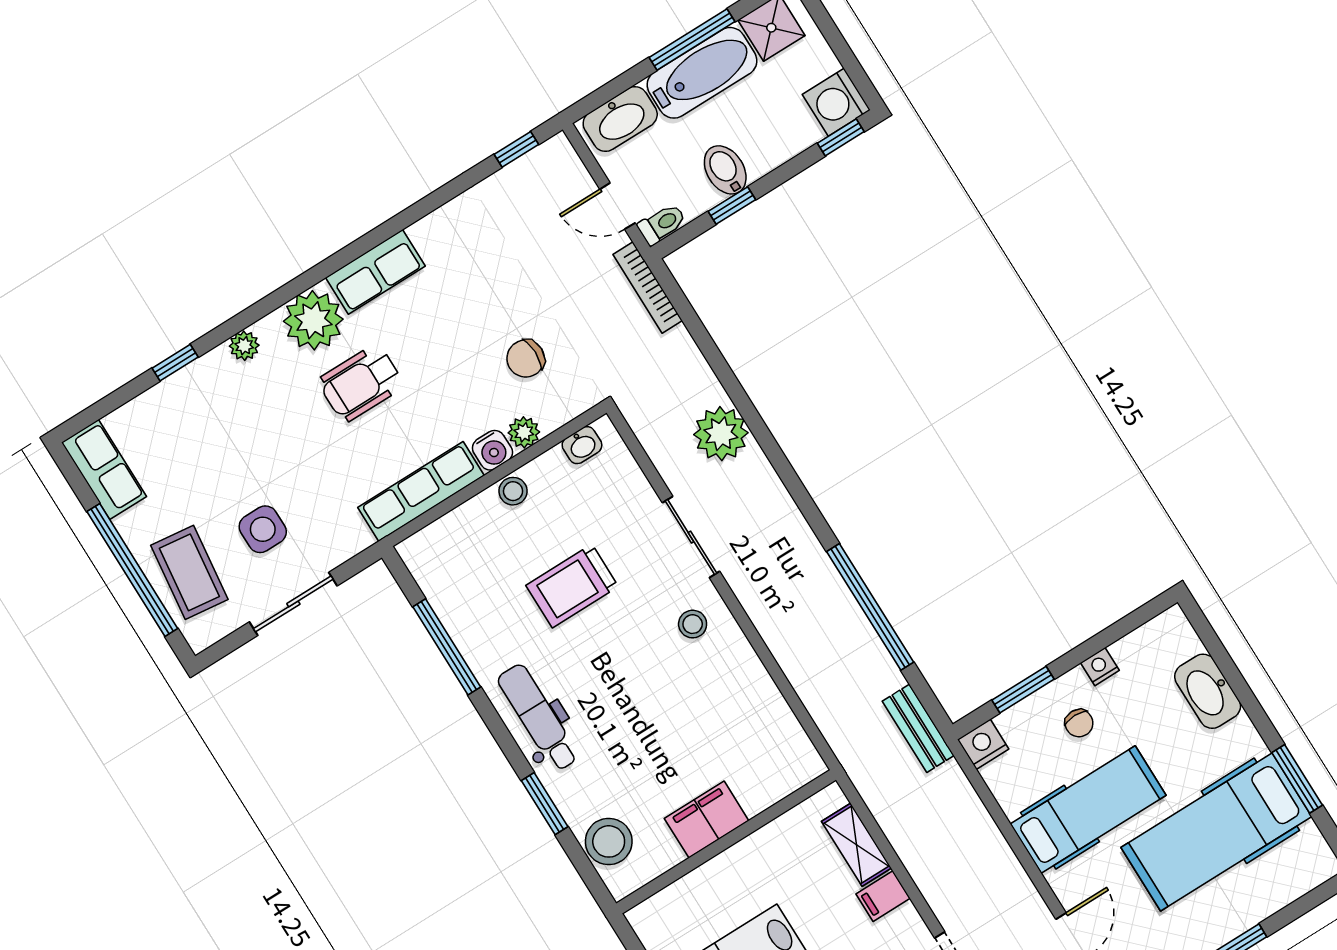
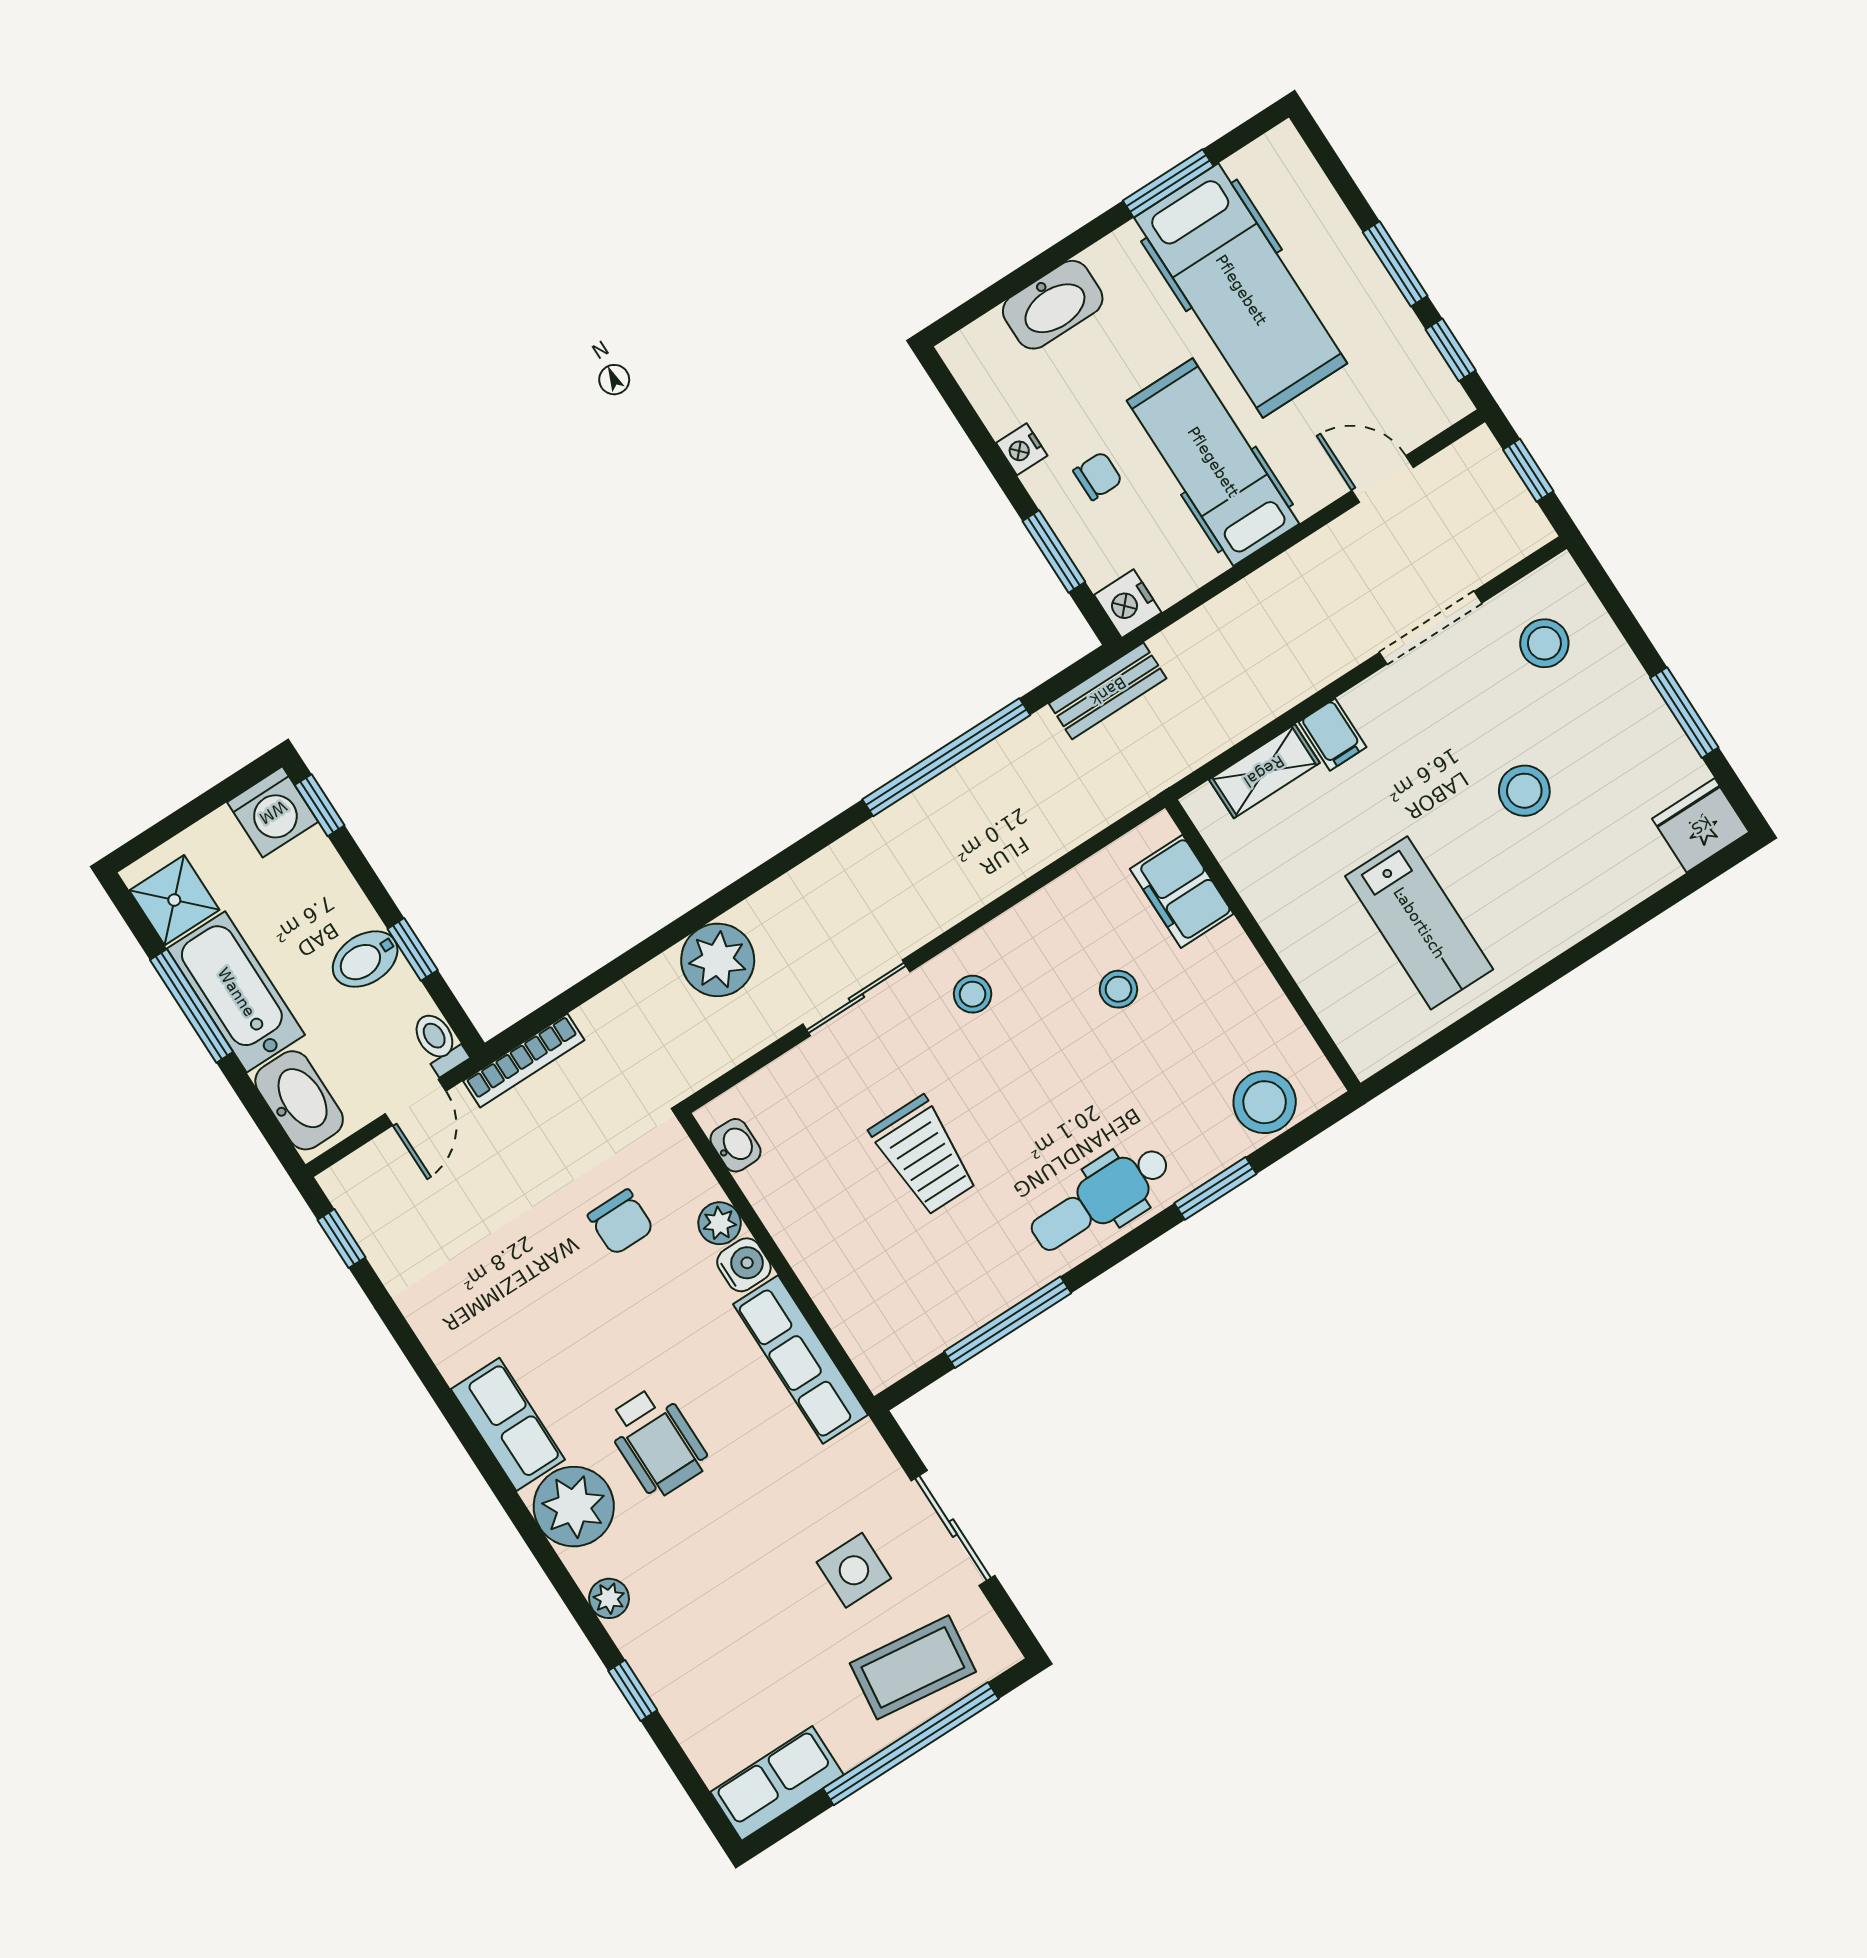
stool: (513, 491) -> (1118, 989), moved
filing cabinet: (707, 820) -> (1182, 891), moved

